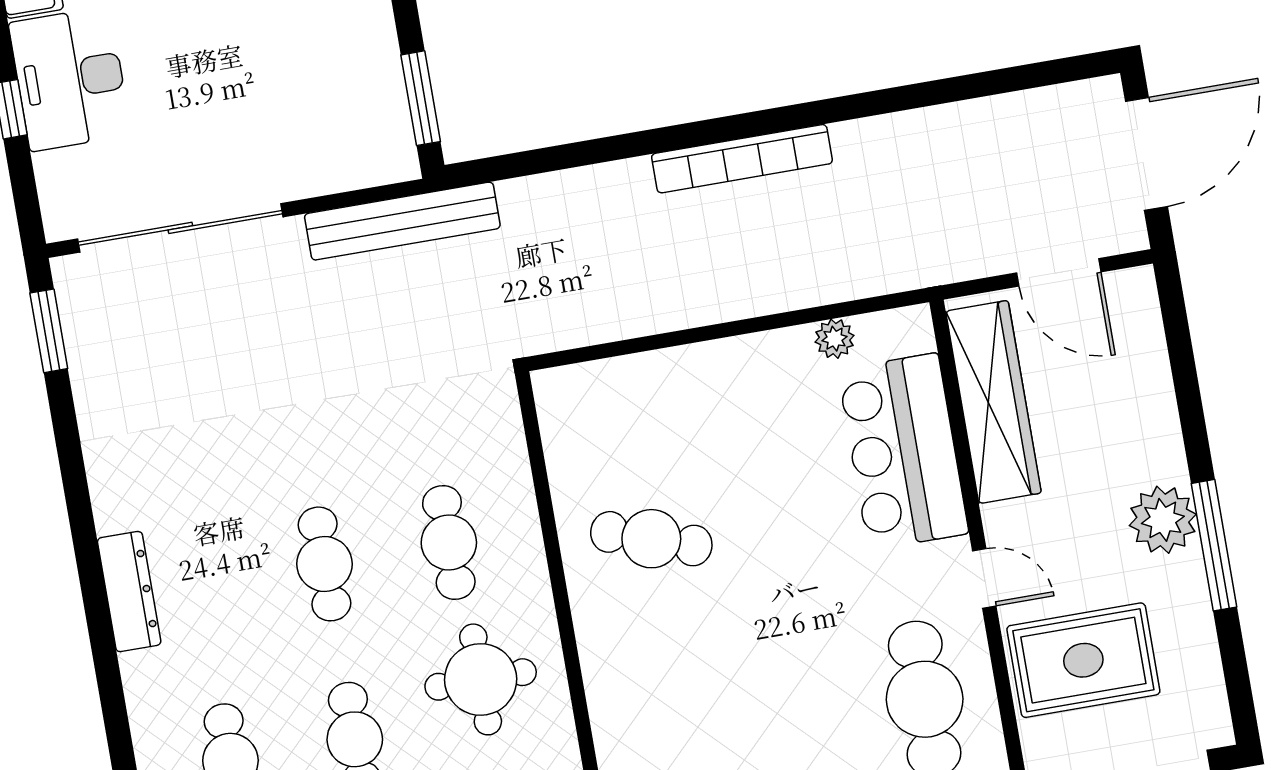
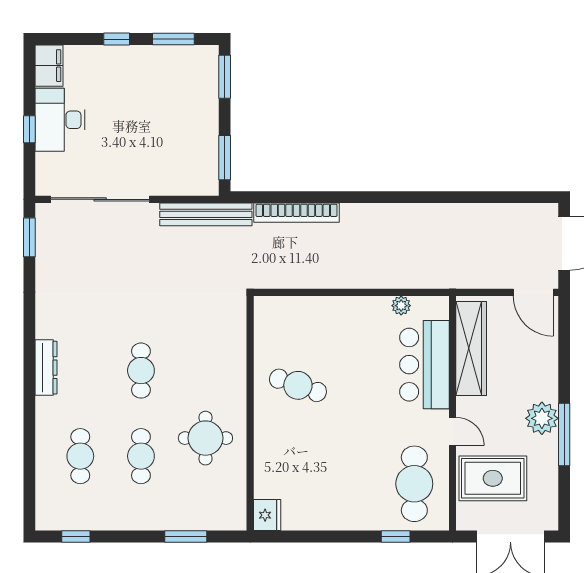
bookcase: (742, 159) -> (297, 213), moved
door: (1059, 272) -> (533, 292), moved
cafe table: (449, 543) -> (202, 371), removed

